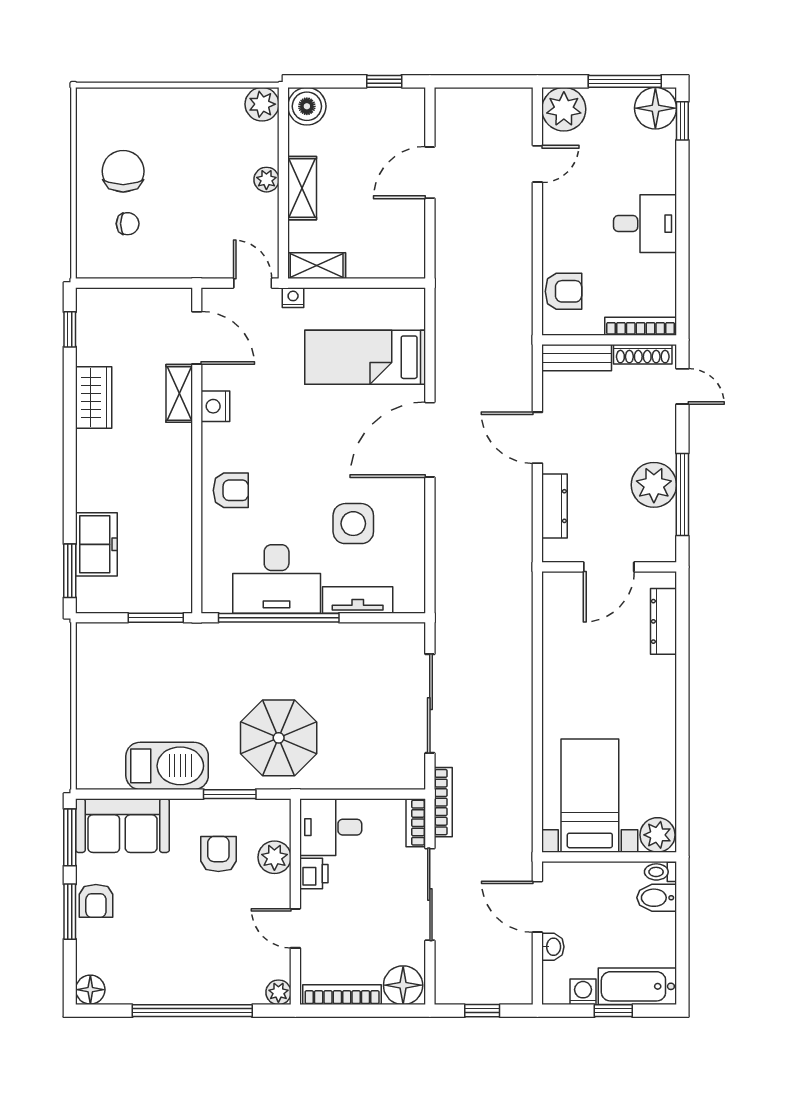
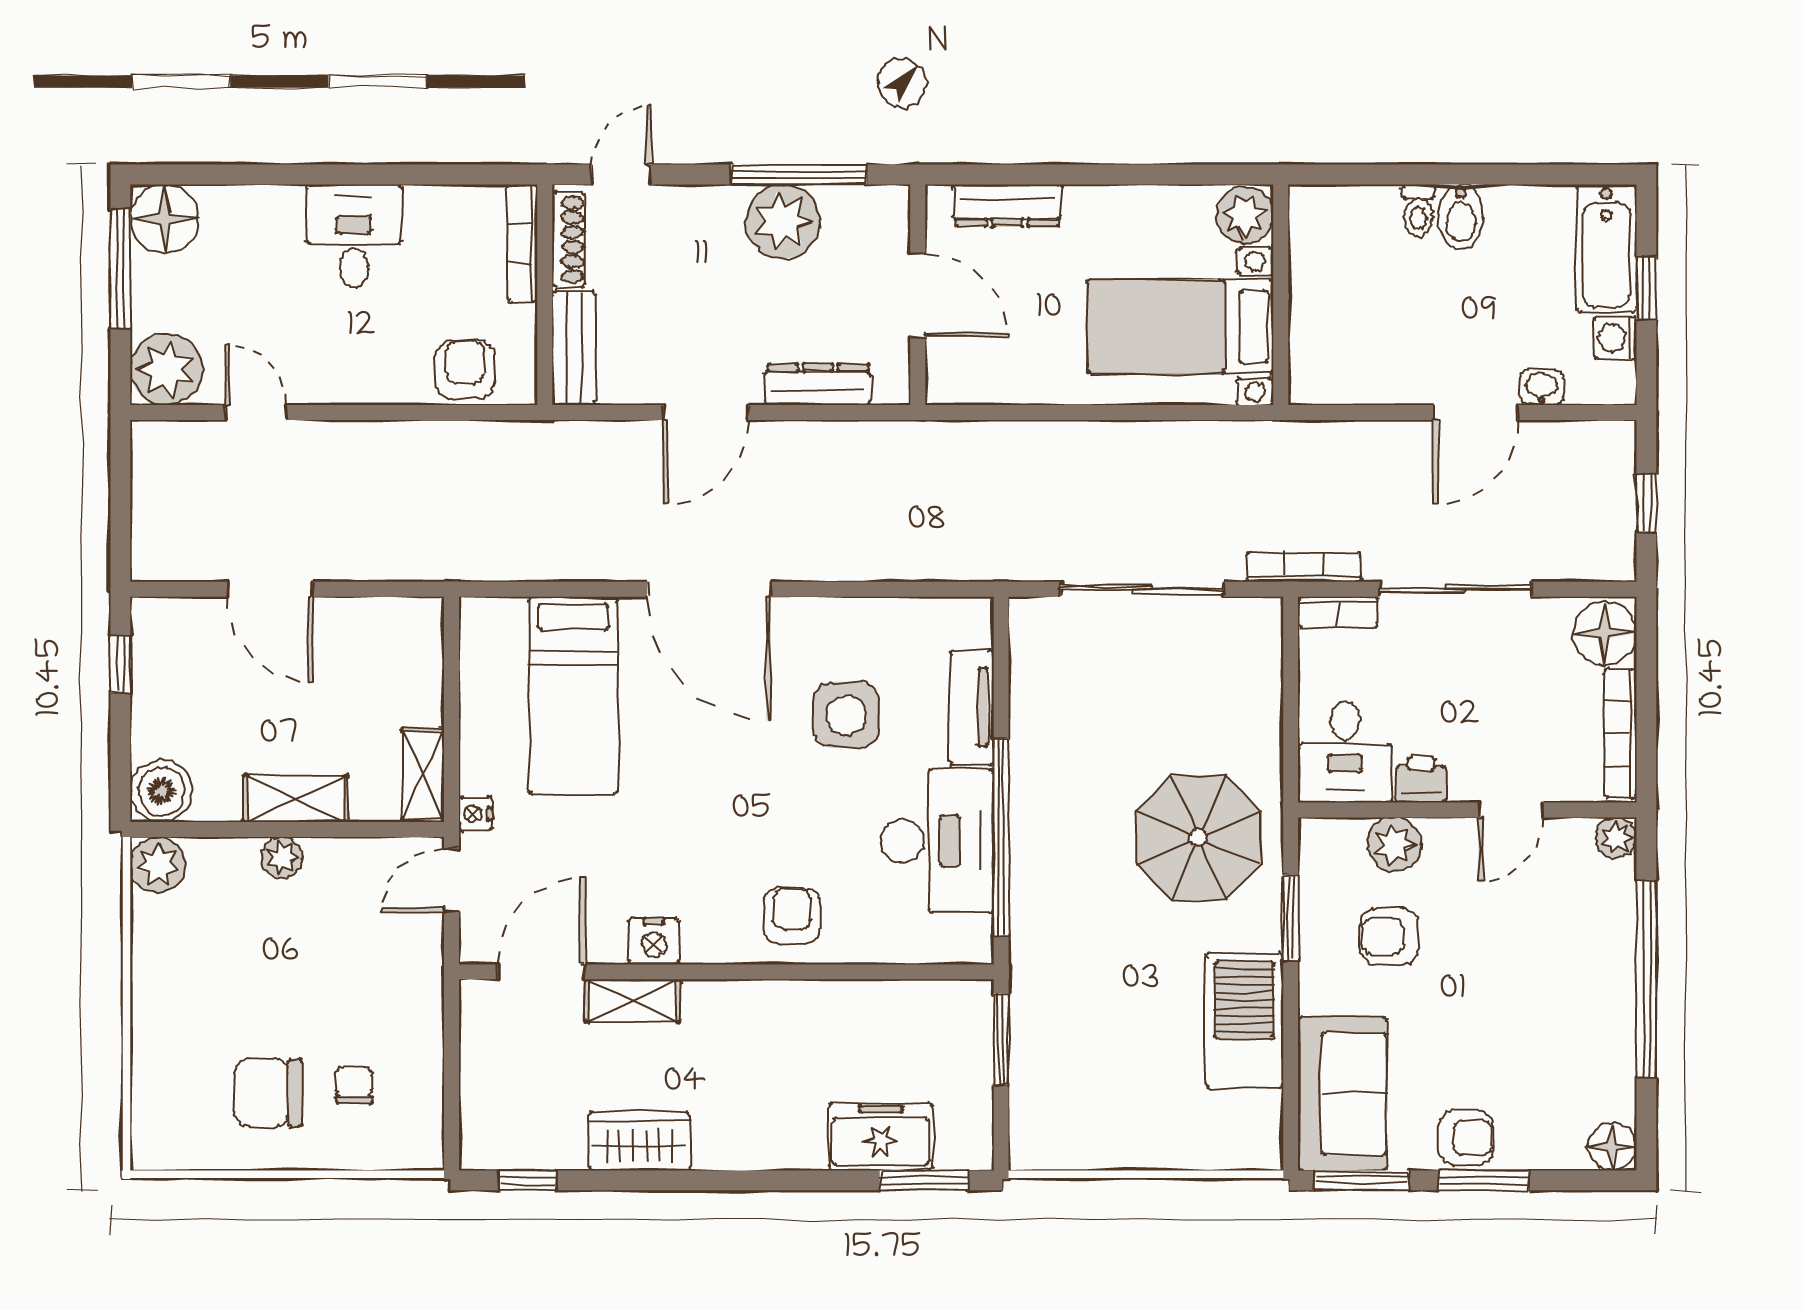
window: (682, 121) -> (185, 175), removed
bed with nightstands: (590, 796) -> (1180, 327), moved
plant: (658, 835) -> (1245, 215), moved
wall: (609, 857) -> (1281, 295), moved

